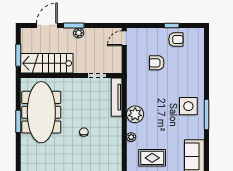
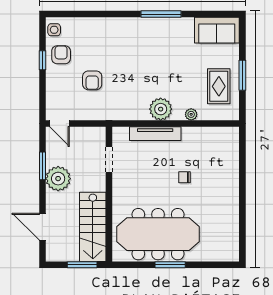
window: (74, 25) -> (42, 166), moved
plant: (79, 33) -> (58, 179), width x1.88, depth x1.88
tv unit: (117, 97) -> (155, 134), moved
side table: (188, 106) -> (54, 30), moved, width x0.54, depth x0.54

